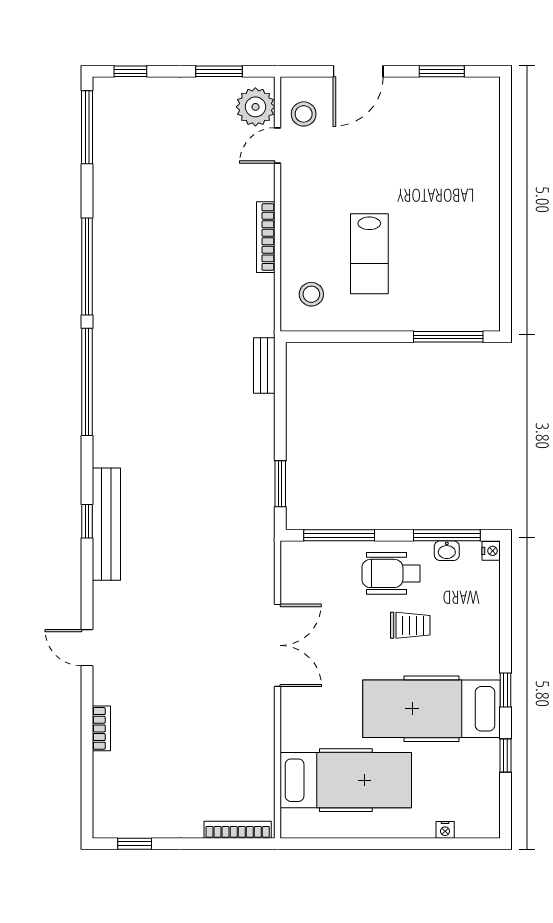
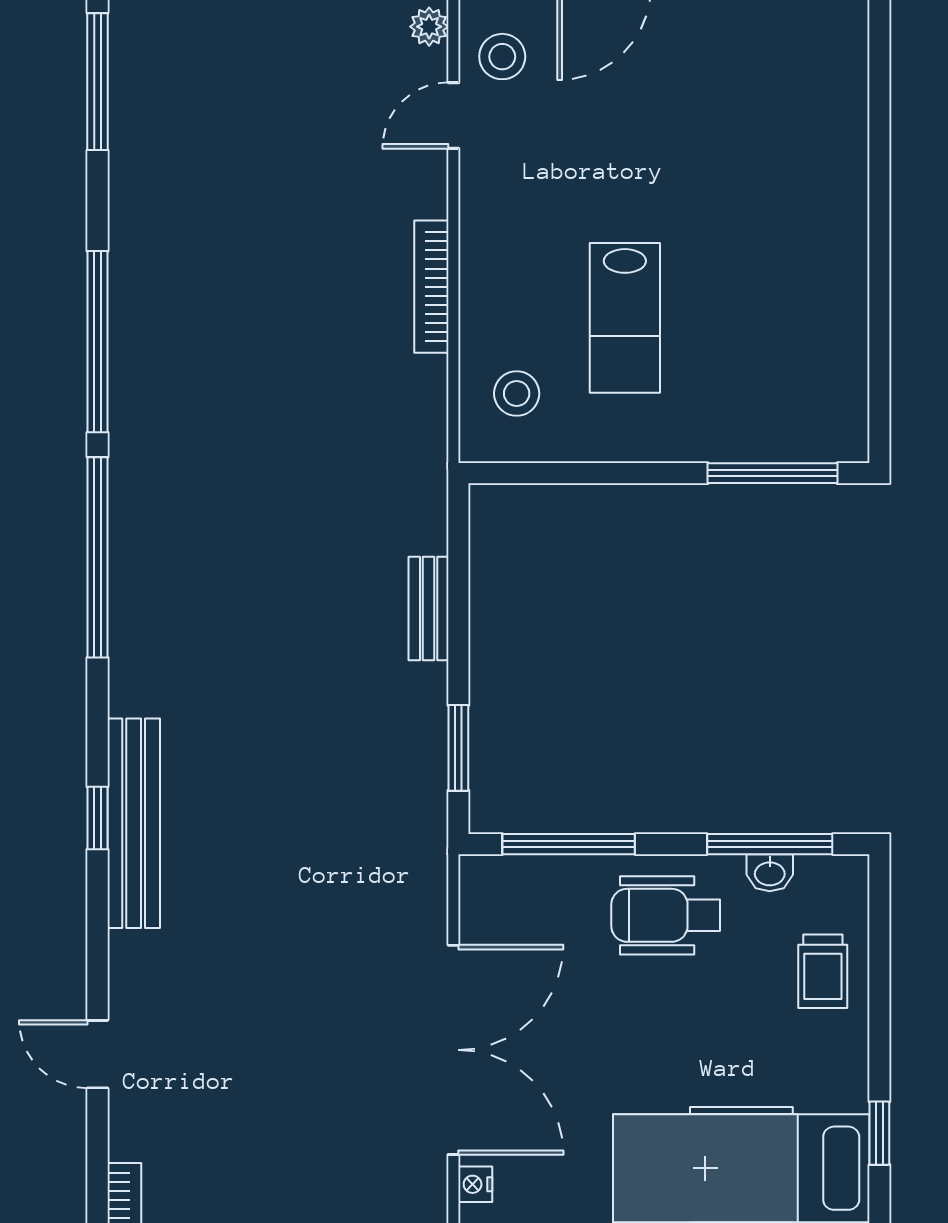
plant: (255, 107) -> (429, 27), width x0.53, depth x0.53
bench: (264, 366) -> (429, 608), moved
nightstand: (491, 551) -> (475, 1184), moved, turned 180
trolley: (410, 625) -> (823, 971), moved, turned 90
double door: (277, 645) -> (453, 1050), width x1.36

